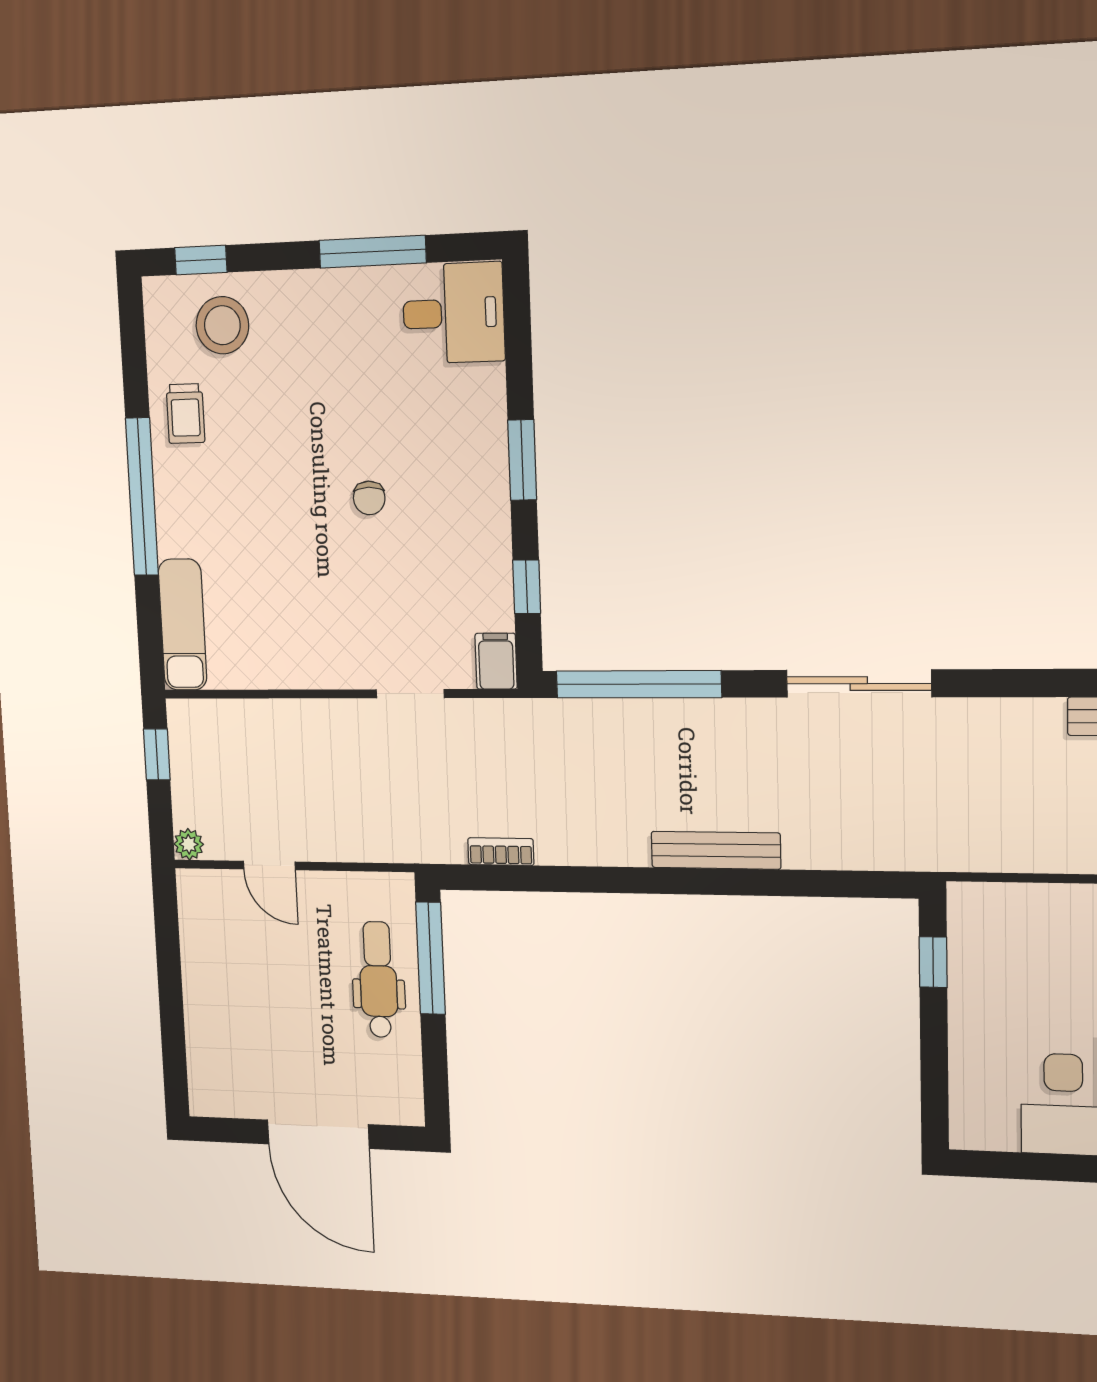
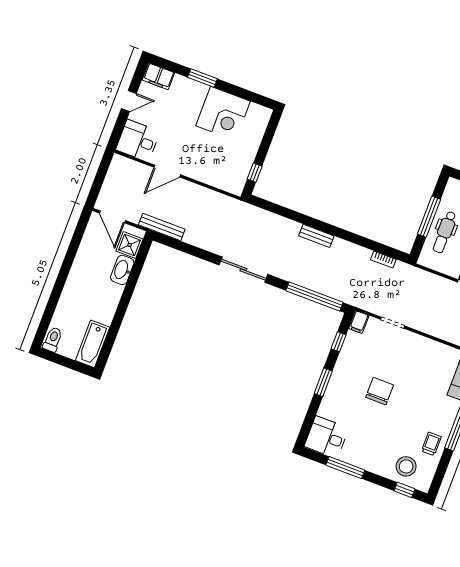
chair: (369, 498) -> (380, 391), width x1.87, depth x1.87
bench: (716, 850) -> (316, 236), width x0.73
window: (431, 958) -> (429, 217), moved

